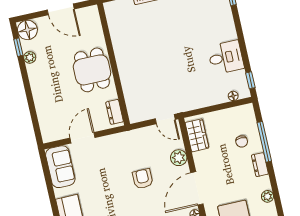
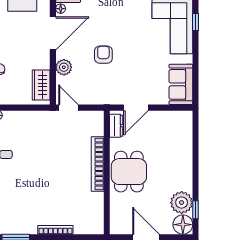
plant: (30, 57) -> (182, 203), width x1.87, depth x1.87
bookcase: (124, 70) -> (98, 164), added
door: (83, 138) -> (136, 108), moved
armchair: (143, 179) -> (103, 55), turned 180

